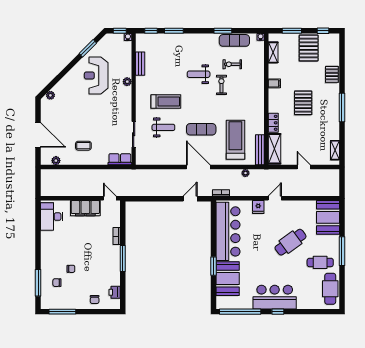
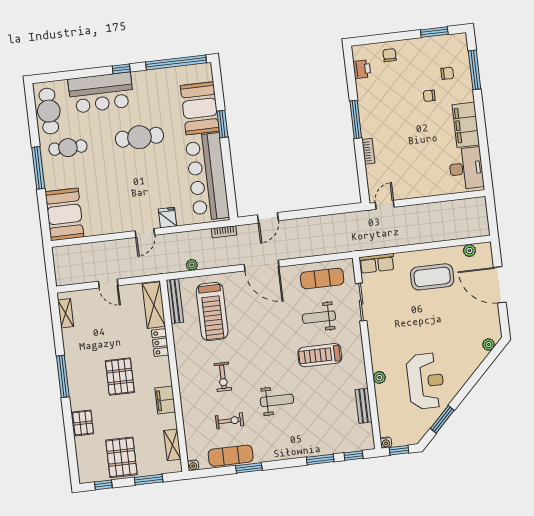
filing cabinet: (274, 83) -> (165, 400), width x2.00
exercise bike: (221, 85) -> (223, 377), moved
exercise mat: (201, 129) -> (322, 278), moved
coffee table: (83, 146) -> (432, 277), width x1.86, depth x1.72
door: (110, 198) -> (385, 205), swing flipped
filing cabinet: (85, 208) -> (466, 125), moved, turned -90
cafe table: (291, 242) -> (139, 137), moved, turned 36
bar counter: (275, 297) -> (101, 93), moved
window: (62, 312) -> (434, 32), width x0.69

